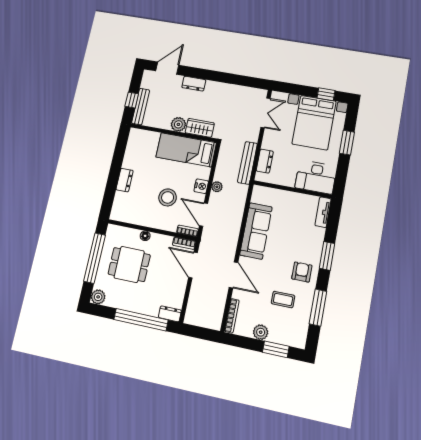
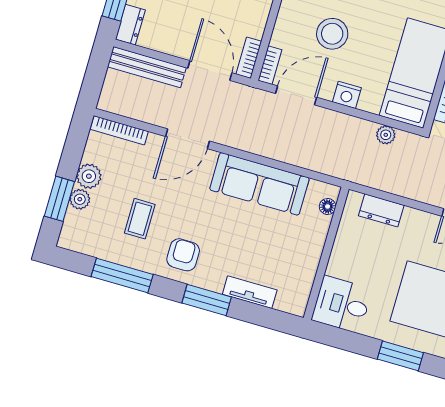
bench: (247, 163) -> (147, 67), moved
desk: (316, 177) -> (342, 304), width x0.73
plant: (217, 187) -> (386, 135), moved
floor lamp: (265, 191) -> (328, 206), added
tv unit: (323, 212) -> (250, 292), moved
door: (193, 265) -> (210, 70), hinge flipped
armchair: (302, 272) -> (183, 255), turned -90
plant: (275, 337) -> (80, 199), added

